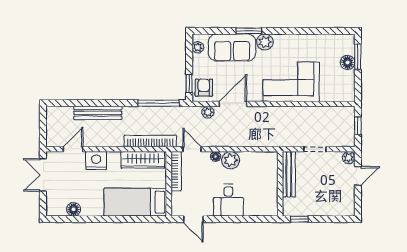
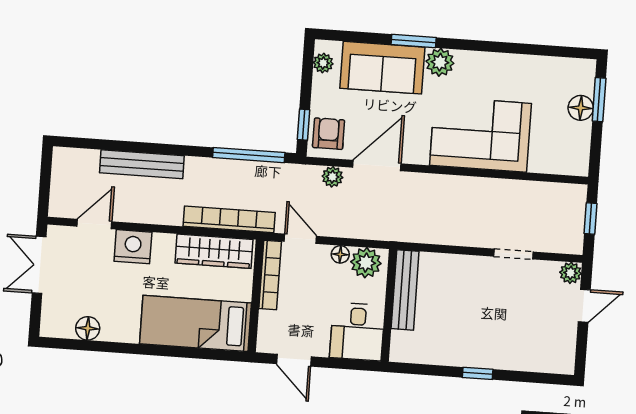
bench: (289, 174) -> (405, 290), moved
wall: (280, 184) -> (389, 305), moved

